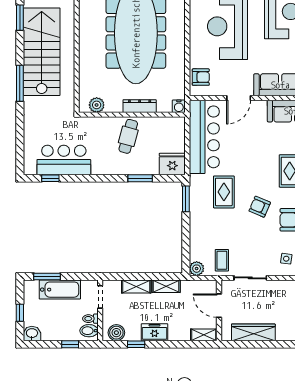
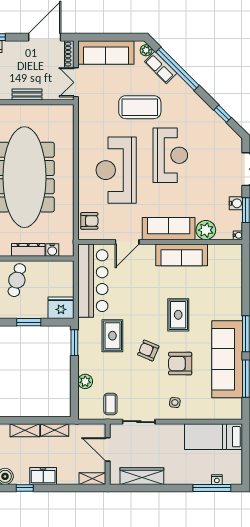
water cooler: (179, 106) -> (52, 250), moved
plant: (197, 269) -> (85, 381), moved

